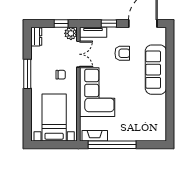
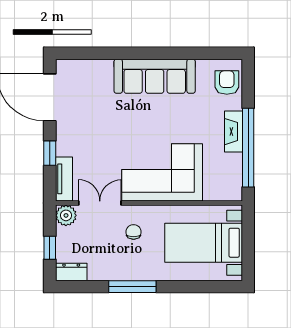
window: (61, 23) -> (50, 248), moved
armchair: (122, 53) -> (227, 83), moved
sofa: (156, 70) -> (155, 76), moved
fireplace: (95, 136) -> (233, 132), moved

